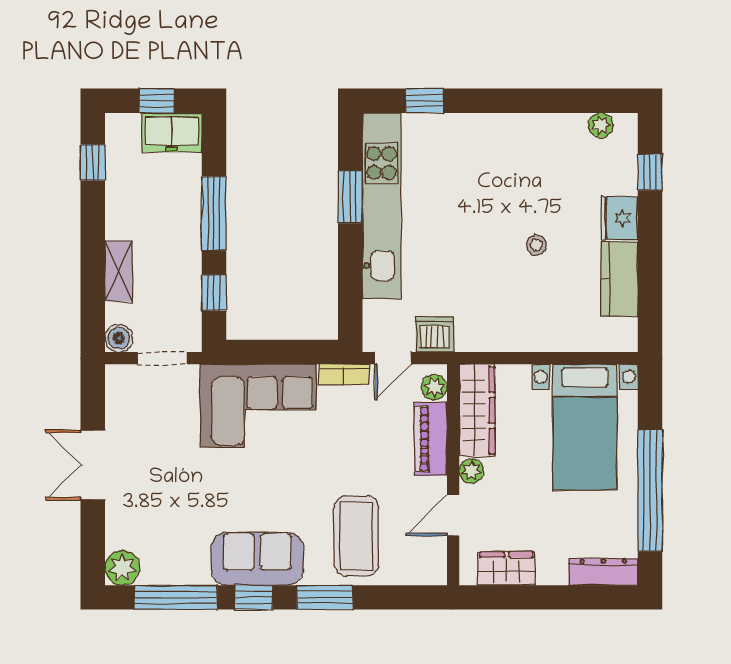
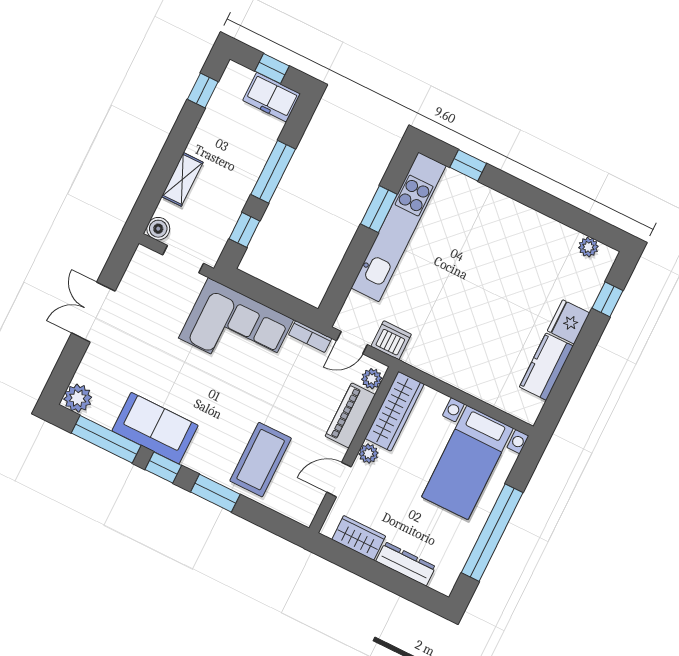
stool: (536, 245) -> (498, 312), removed
sofa: (257, 559) -> (155, 428), moved
dresser: (603, 572) -> (406, 564), moved

